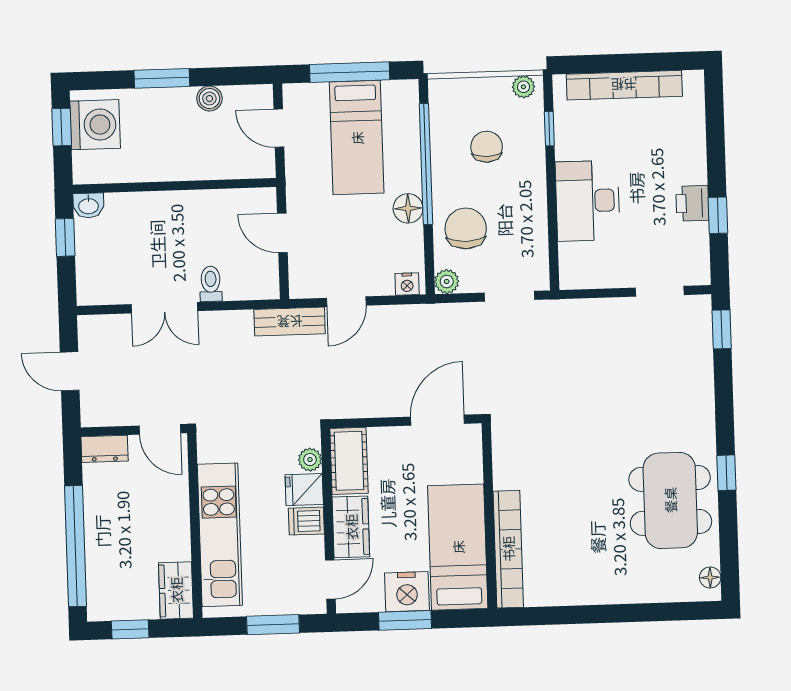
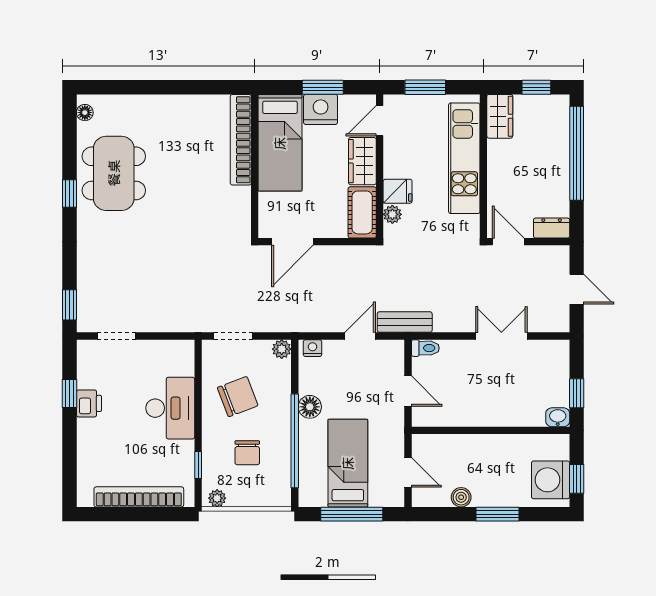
chair: (466, 228) -> (238, 397), moved, turned -111
toilet: (211, 284) -> (425, 348), moved, turned -90
dishwasher: (306, 521) -> (397, 167), removed

